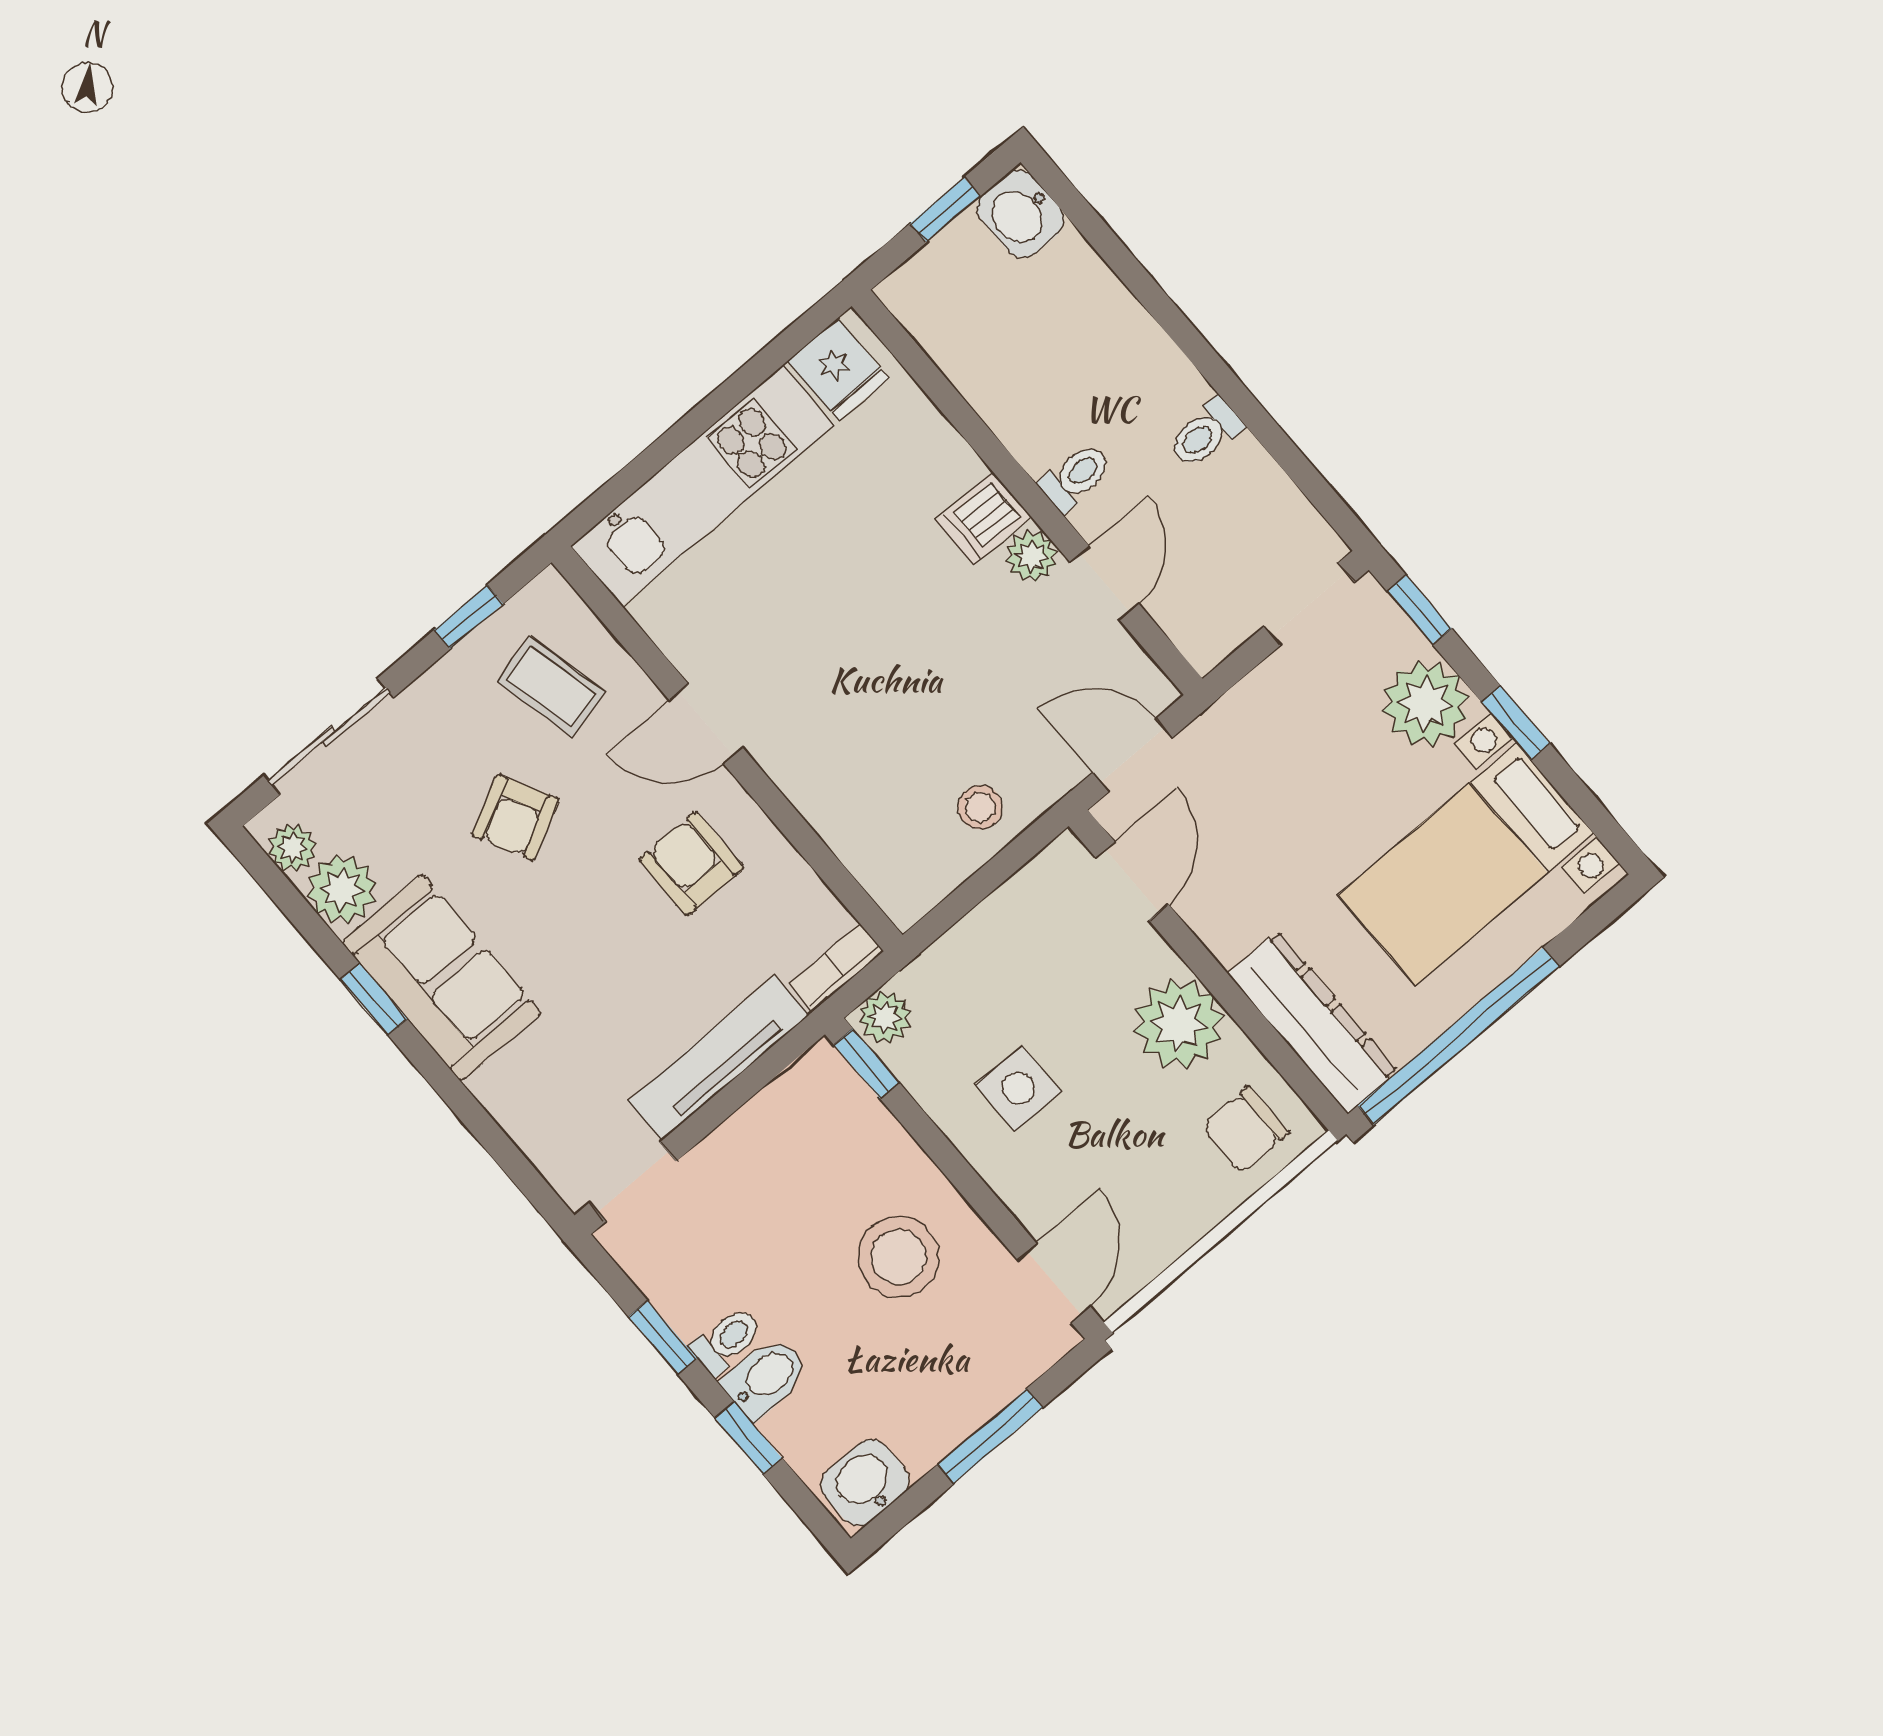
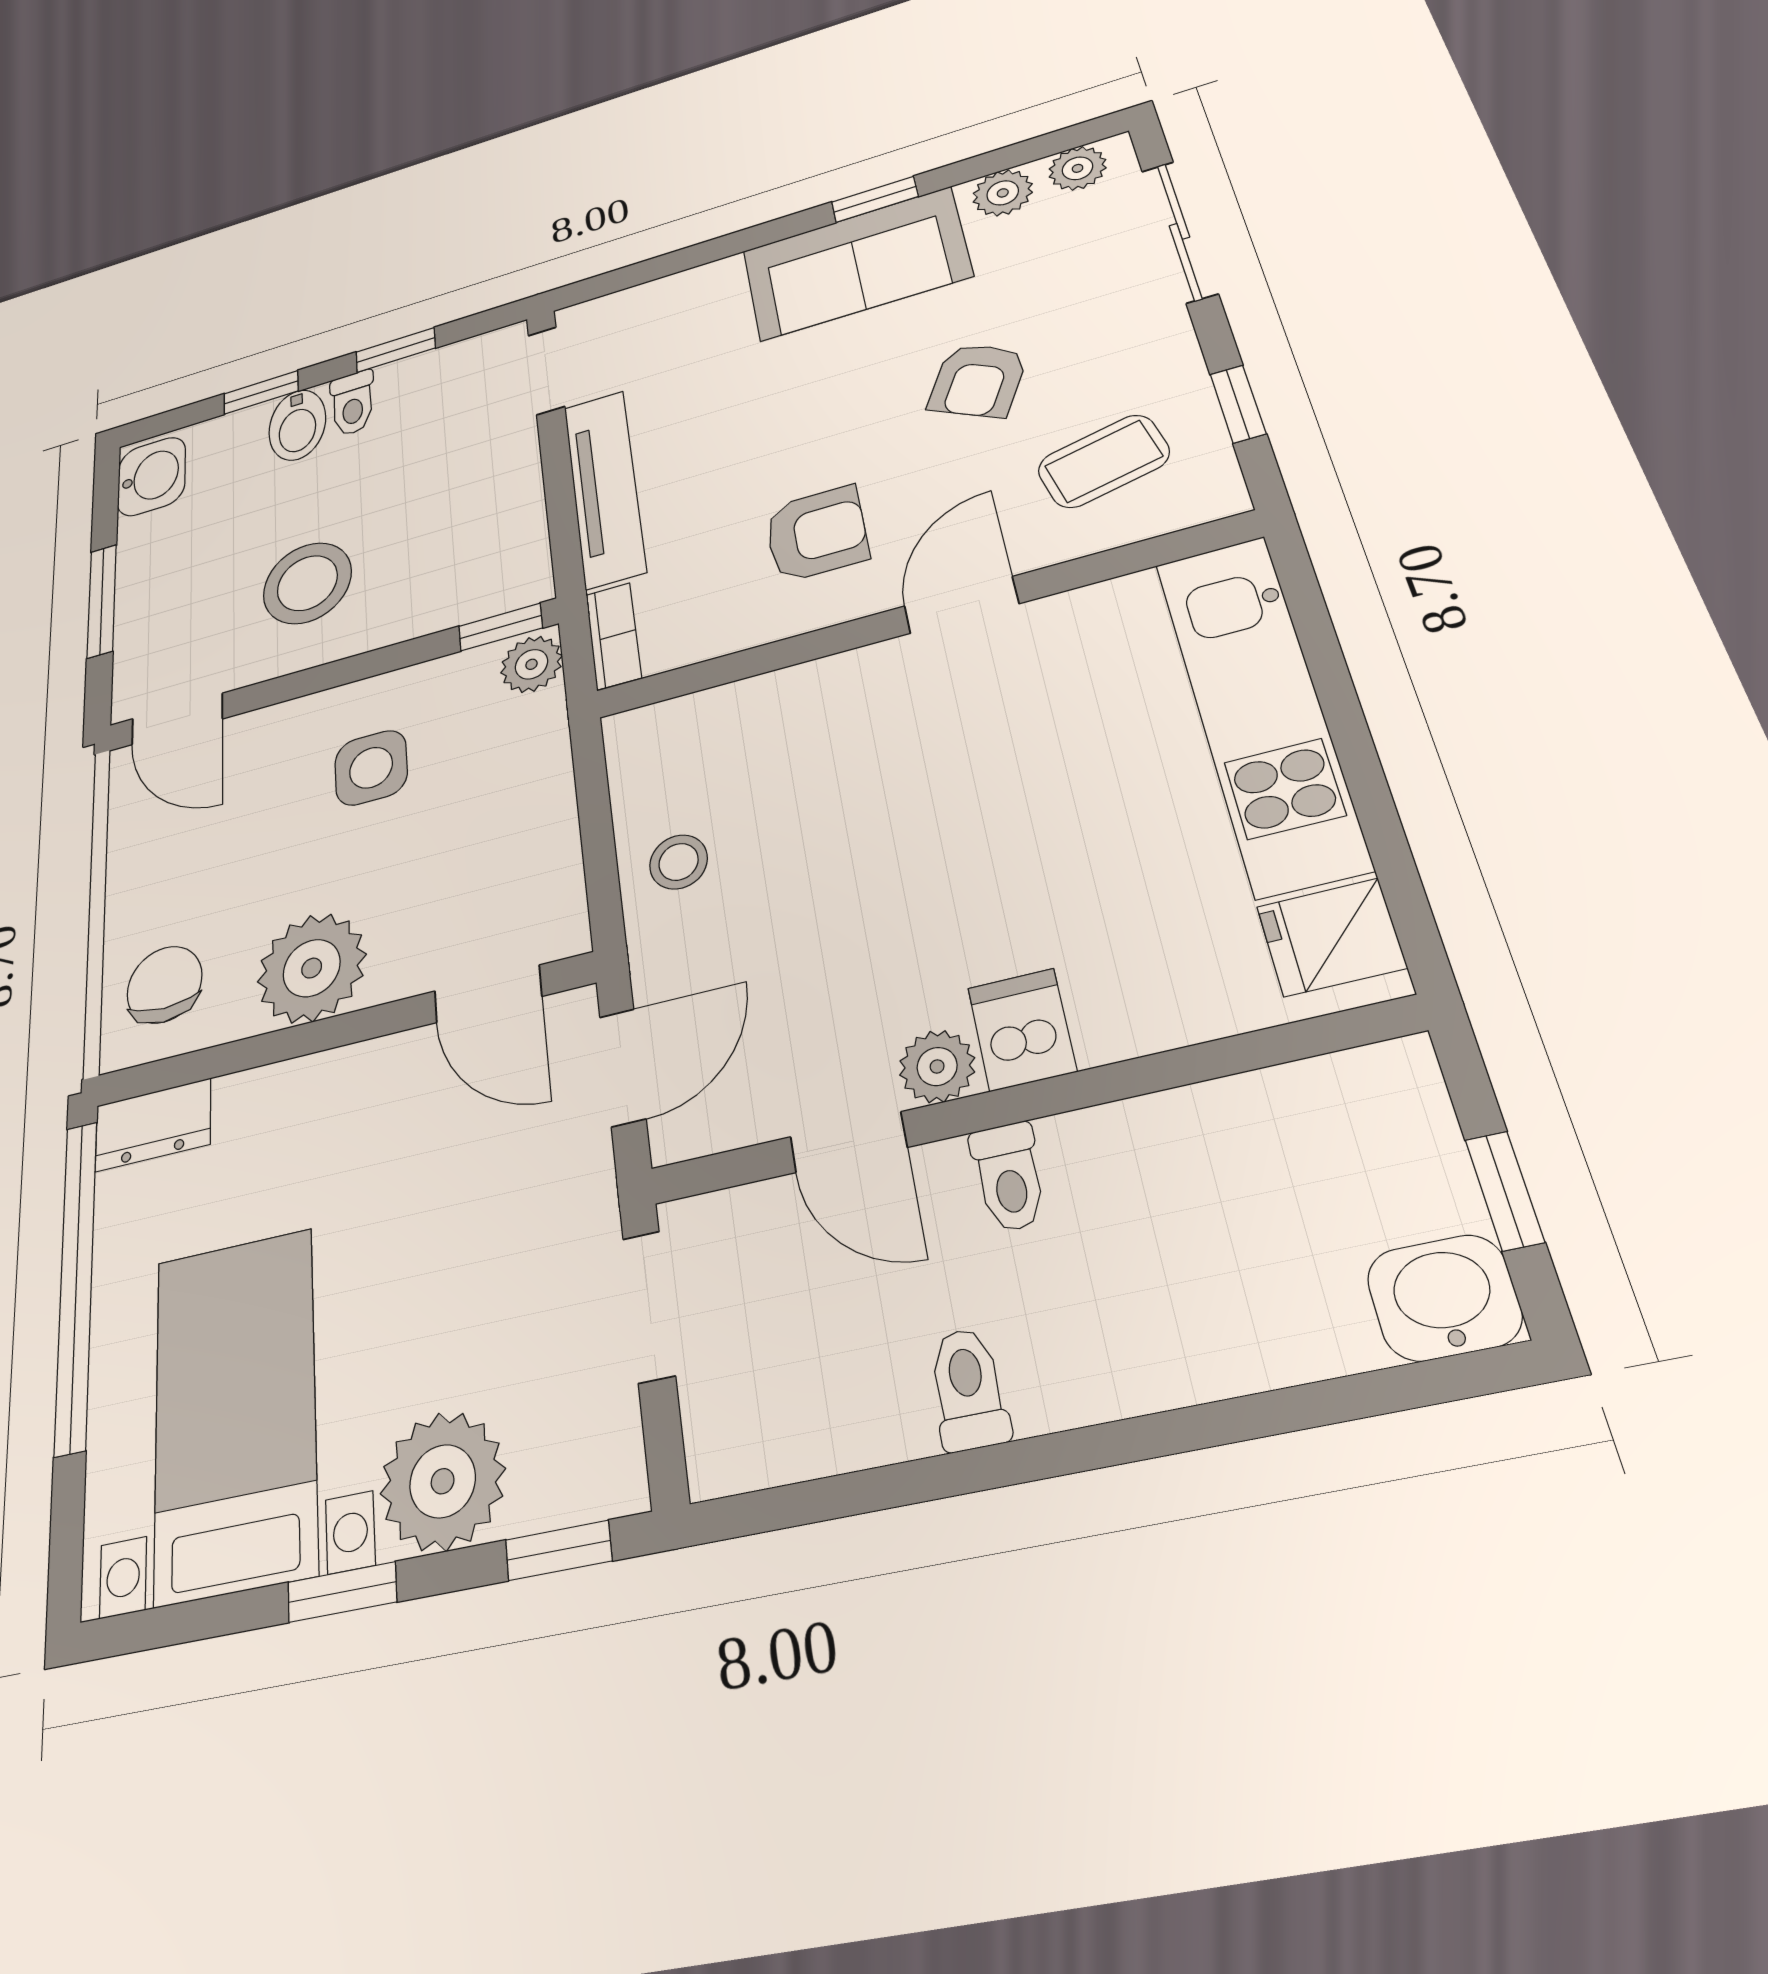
doorway: (1309, 604) -> (649, 1306), moved
armchair: (516, 817) -> (978, 380), turned -125
plant: (342, 889) -> (1003, 193), width x0.73, depth x0.73
dresser: (1313, 1023) -> (153, 1125), width x0.51, depth x0.80

